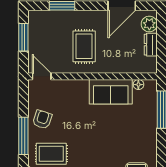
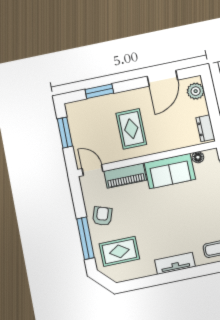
dresser: (151, 45) -> (205, 128), moved
piano: (70, 87) -> (125, 176), added

